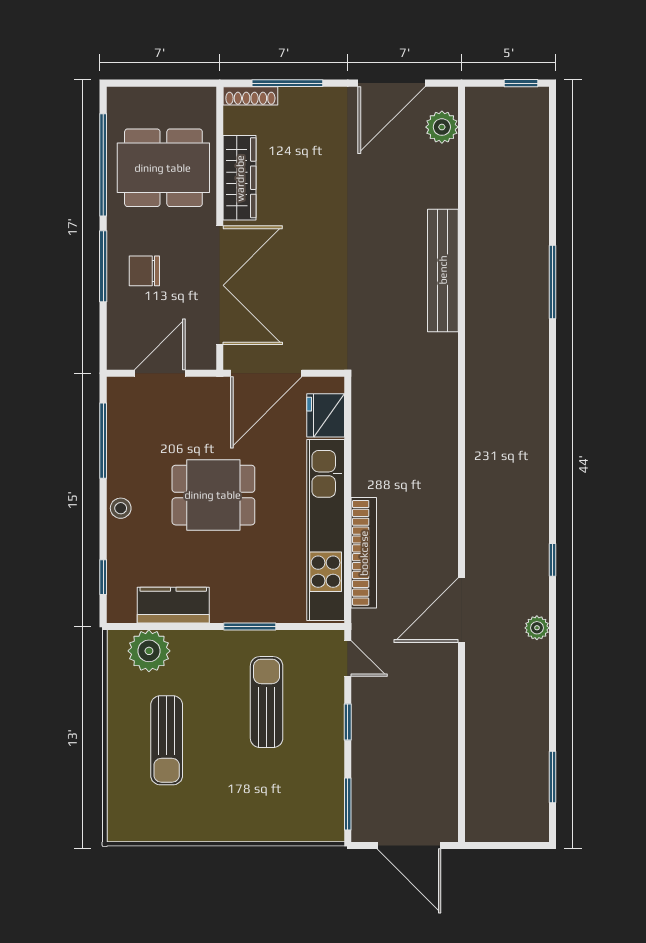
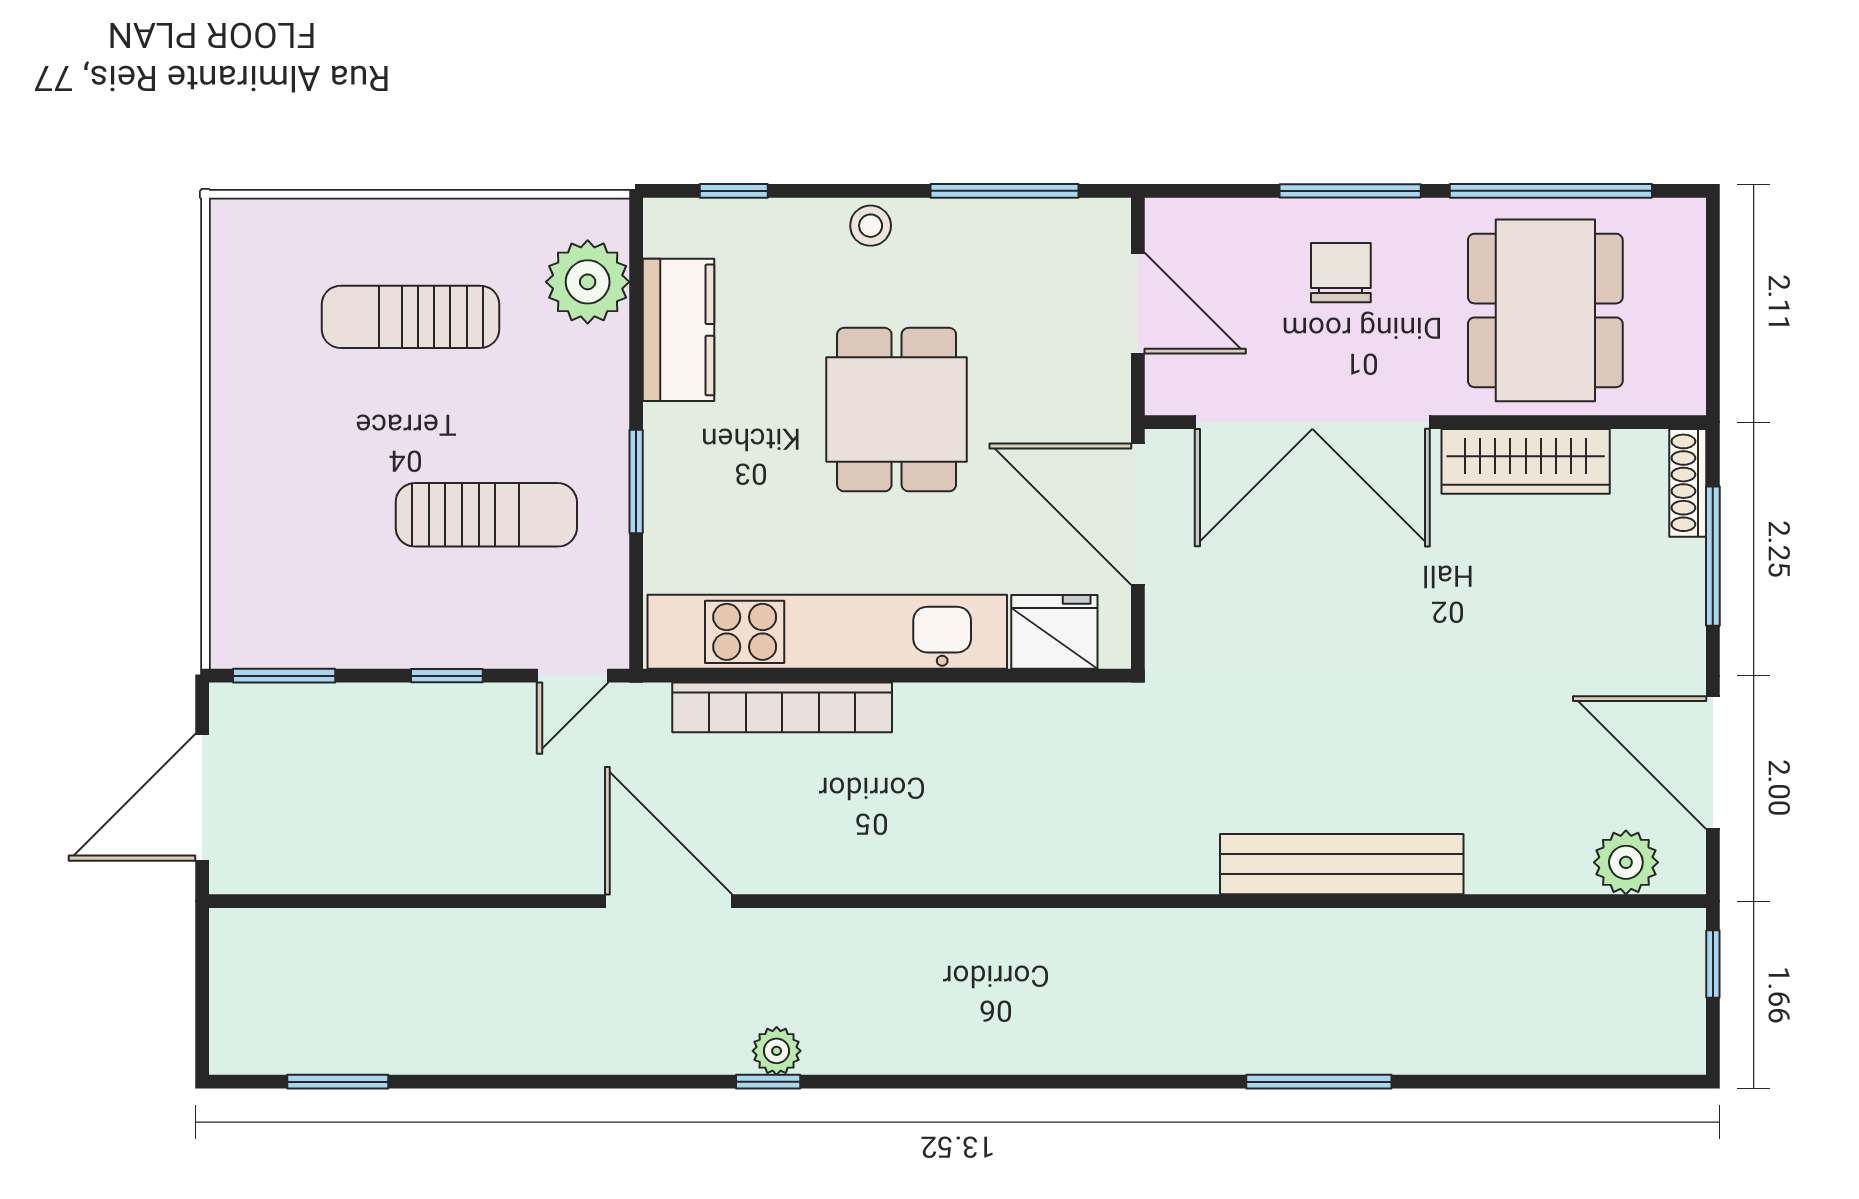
window: (521, 83) -> (1713, 964), moved
plant: (537, 628) -> (777, 1051), moved

